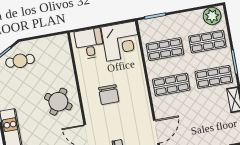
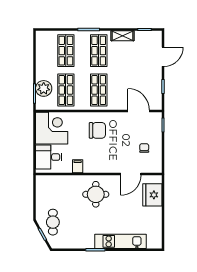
plant: (212, 16) -> (44, 88), moved
filing cabinet: (85, 77) -> (78, 166), added
chair: (109, 95) -> (97, 130), moved
round table: (58, 102) -> (96, 194), turned -35

